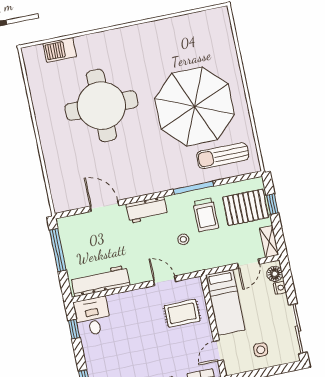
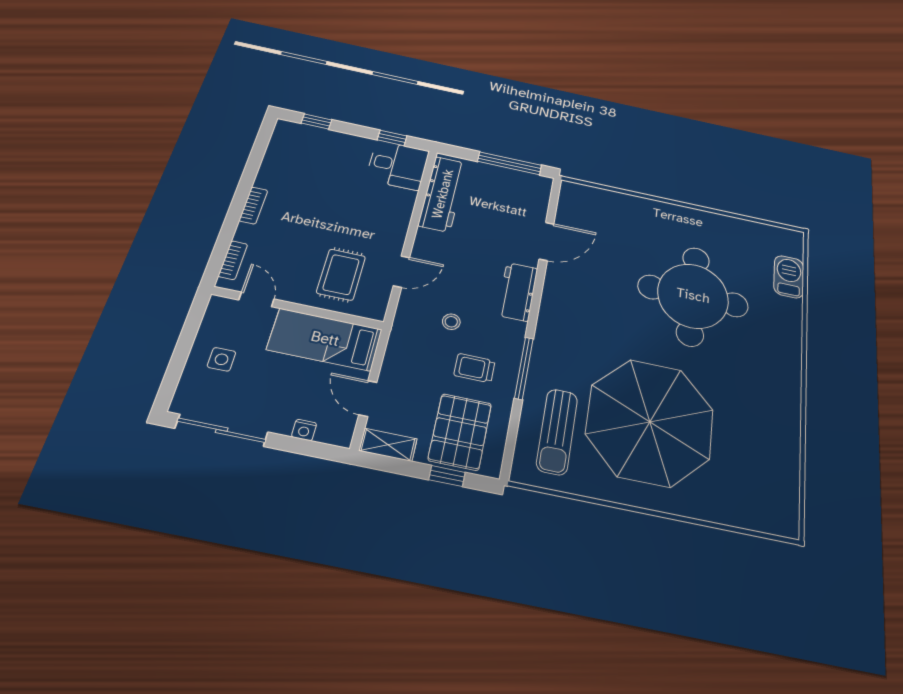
sun lounger: (223, 156) -> (557, 431), turned 180
trolley: (206, 215) -> (475, 368), width x0.73, depth x0.72
floor lamp: (275, 274) -> (331, 432), removed

